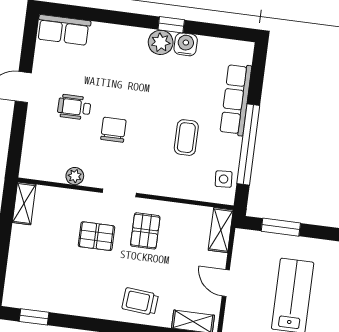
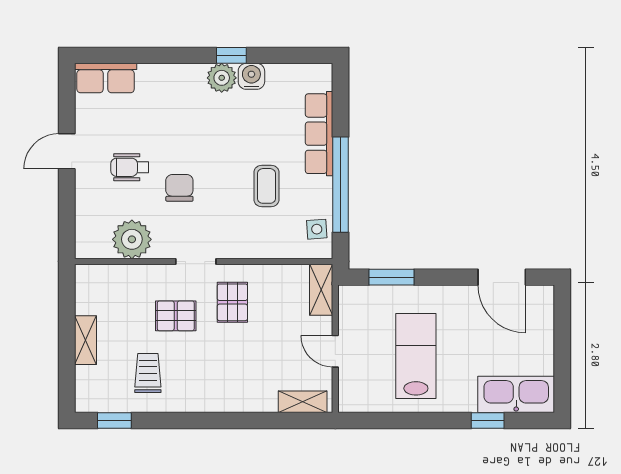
plant: (75, 176) -> (132, 239), width x1.88, depth x1.88
shelving: (24, 203) -> (85, 340), moved
trolley: (140, 301) -> (148, 373), moved, turned 85

